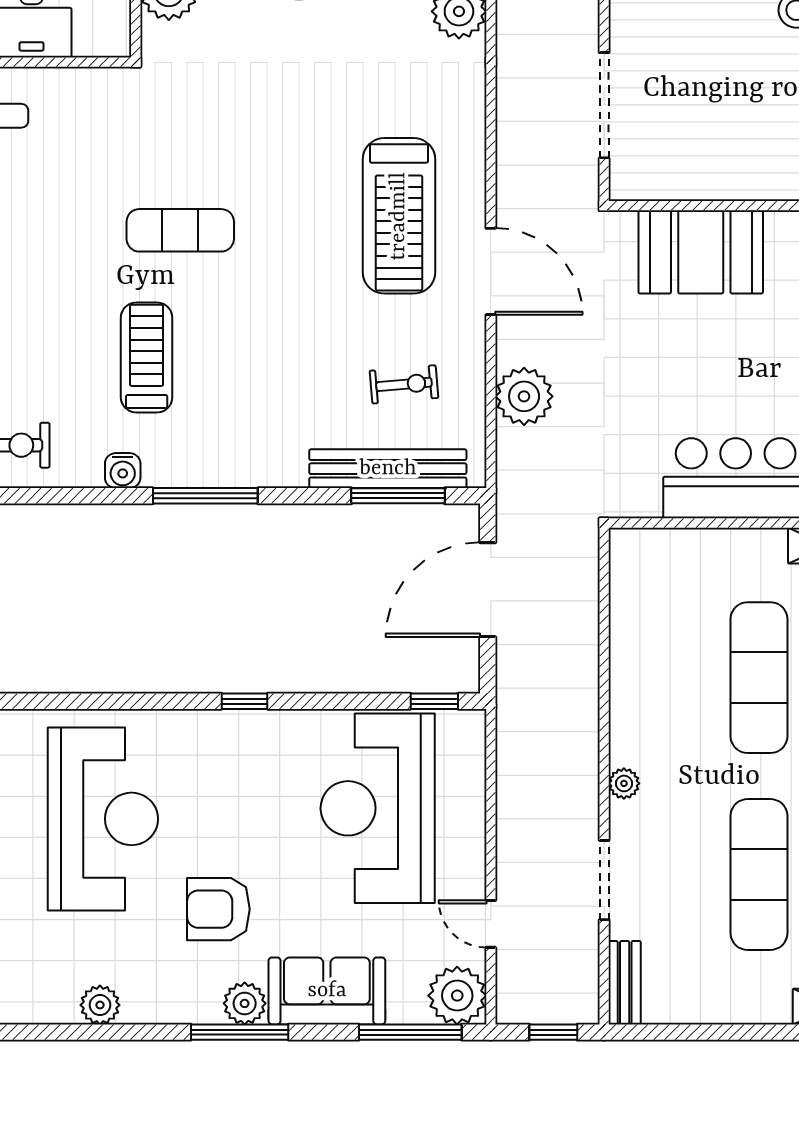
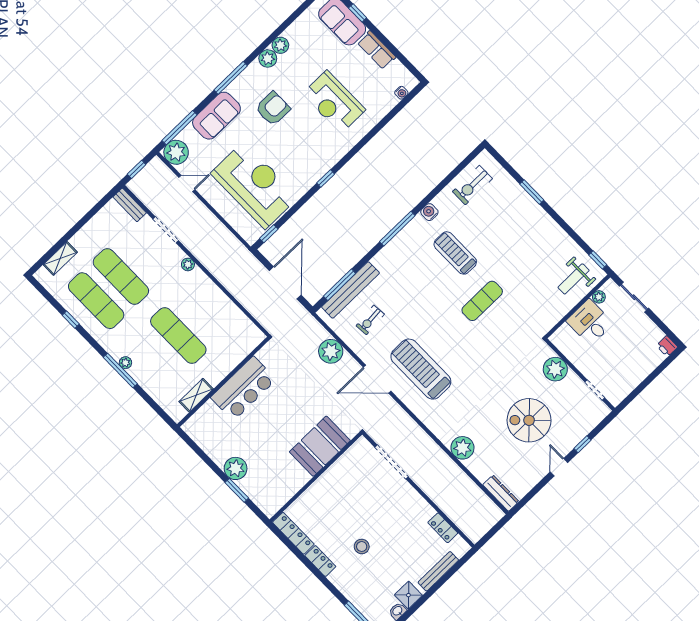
treadmill: (147, 357) -> (455, 253), turned 180
reception desk: (103, 819) -> (334, 102), width x0.74, depth x0.77
plant: (245, 1003) -> (268, 58), moved

